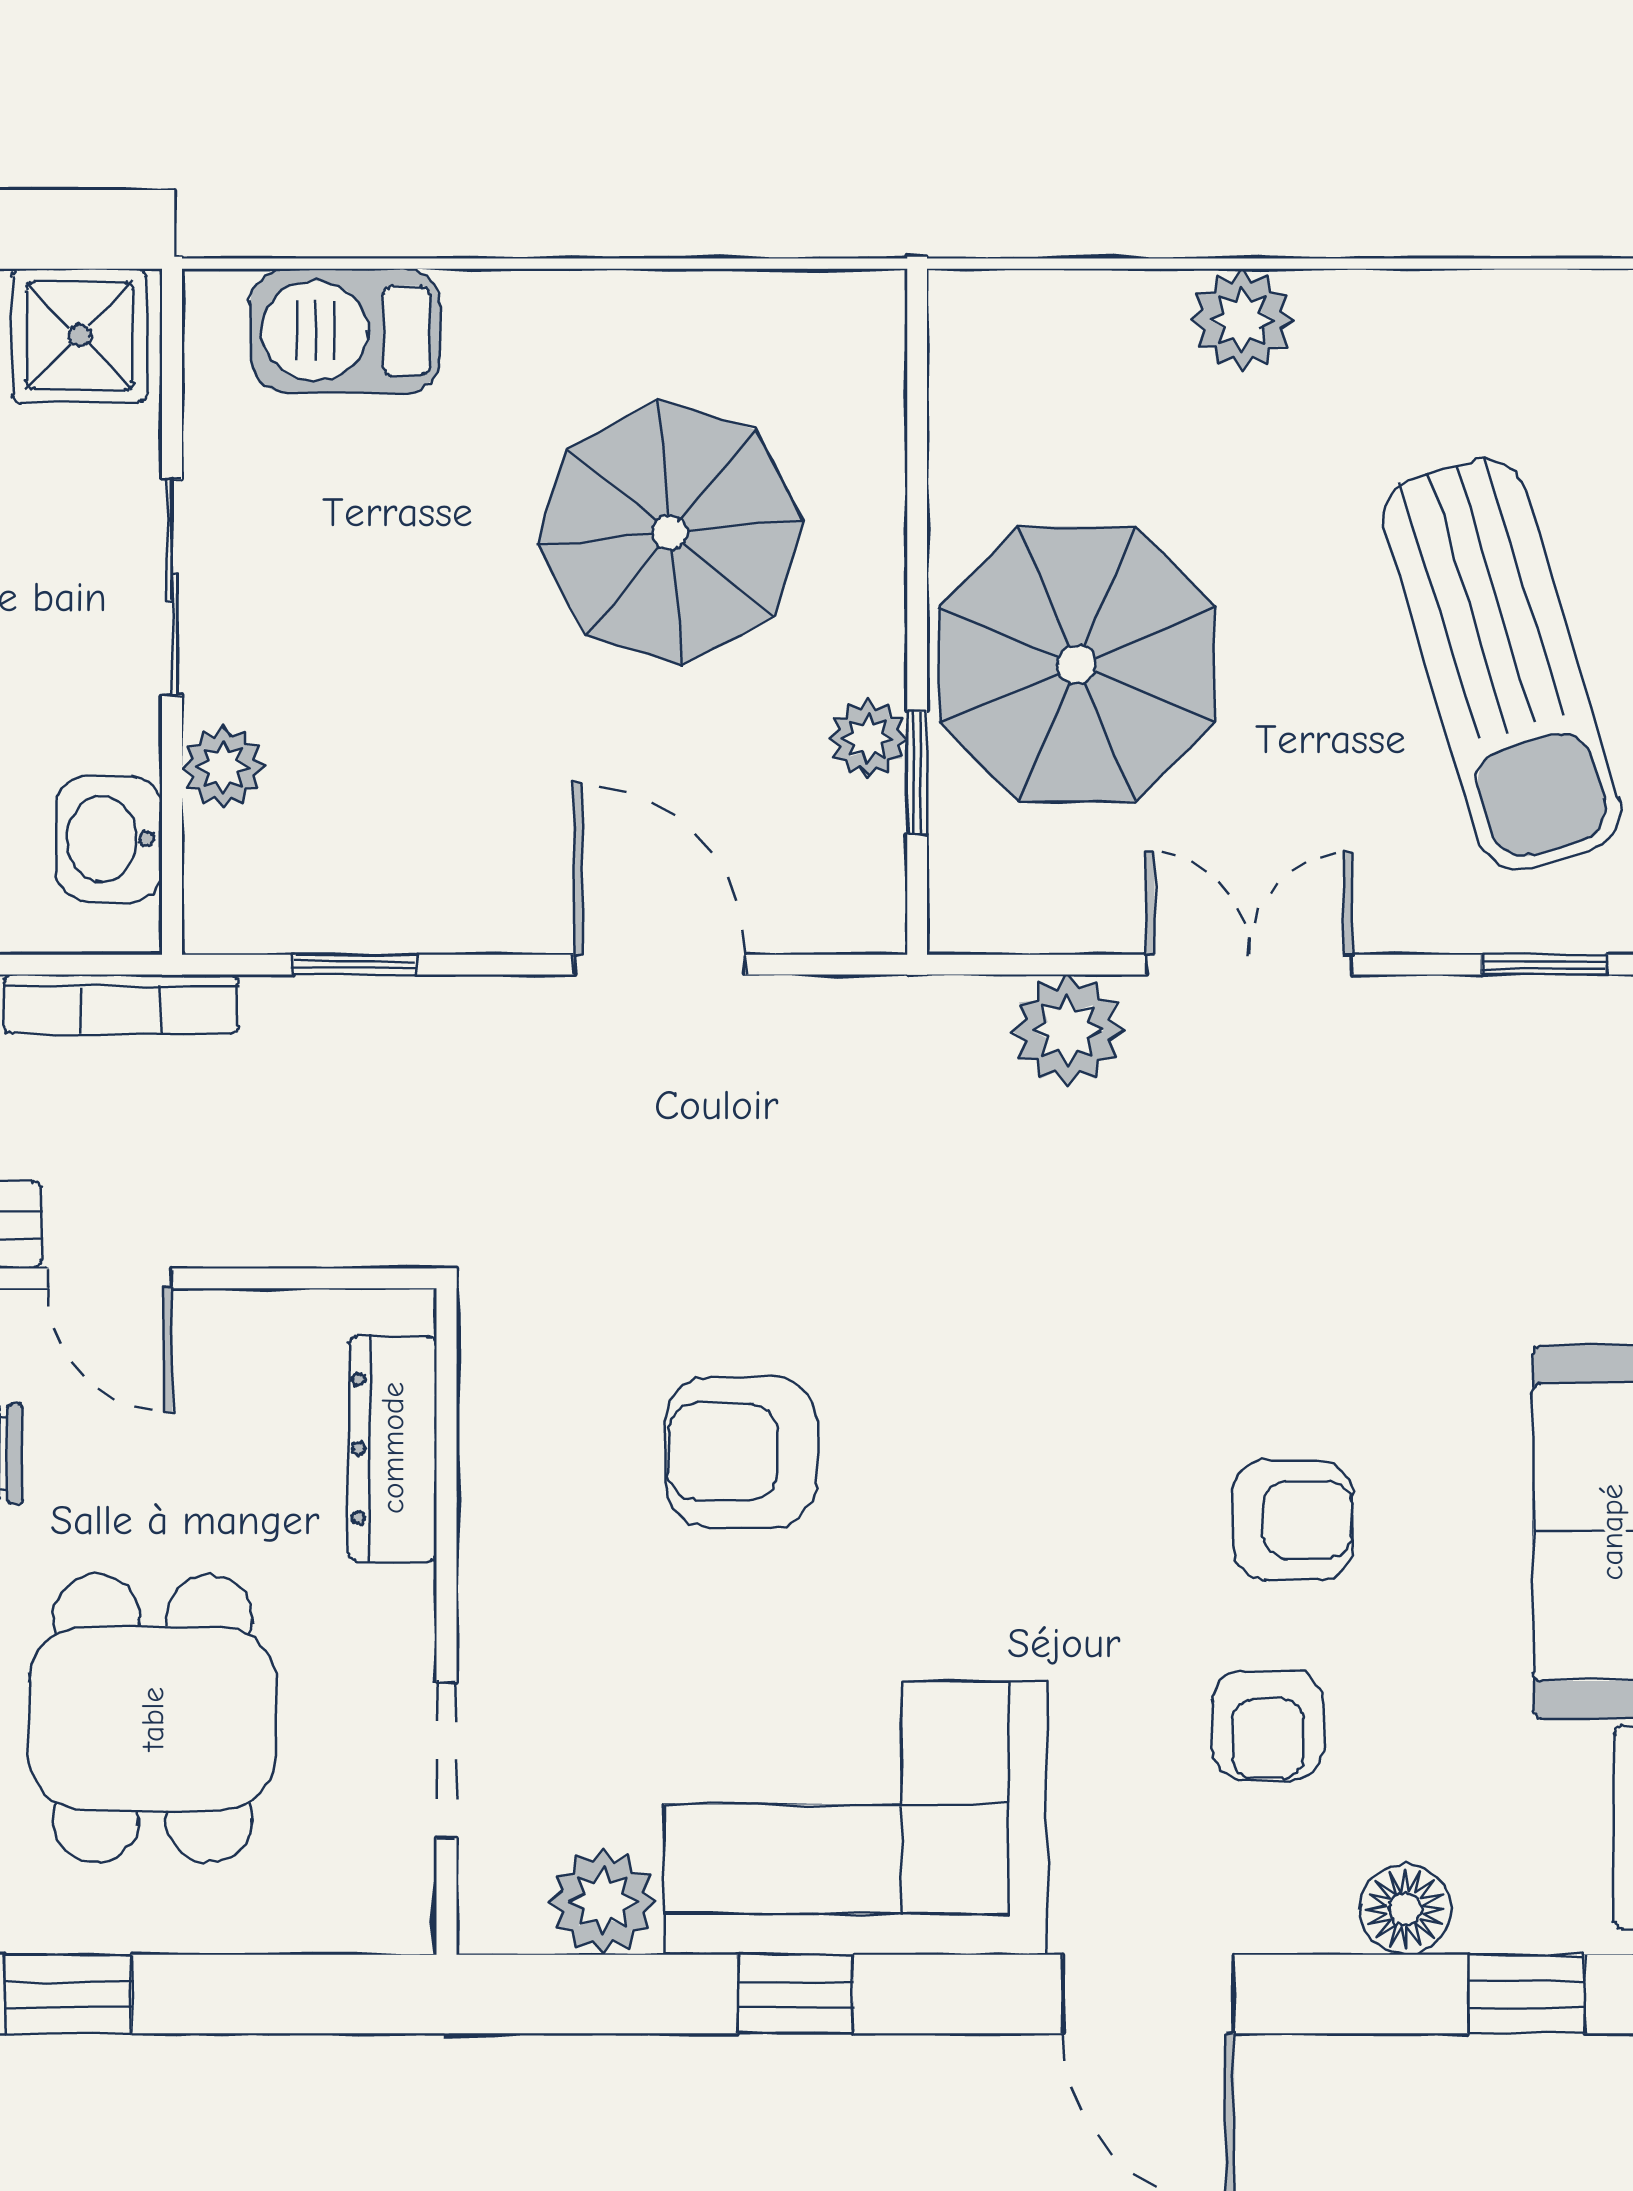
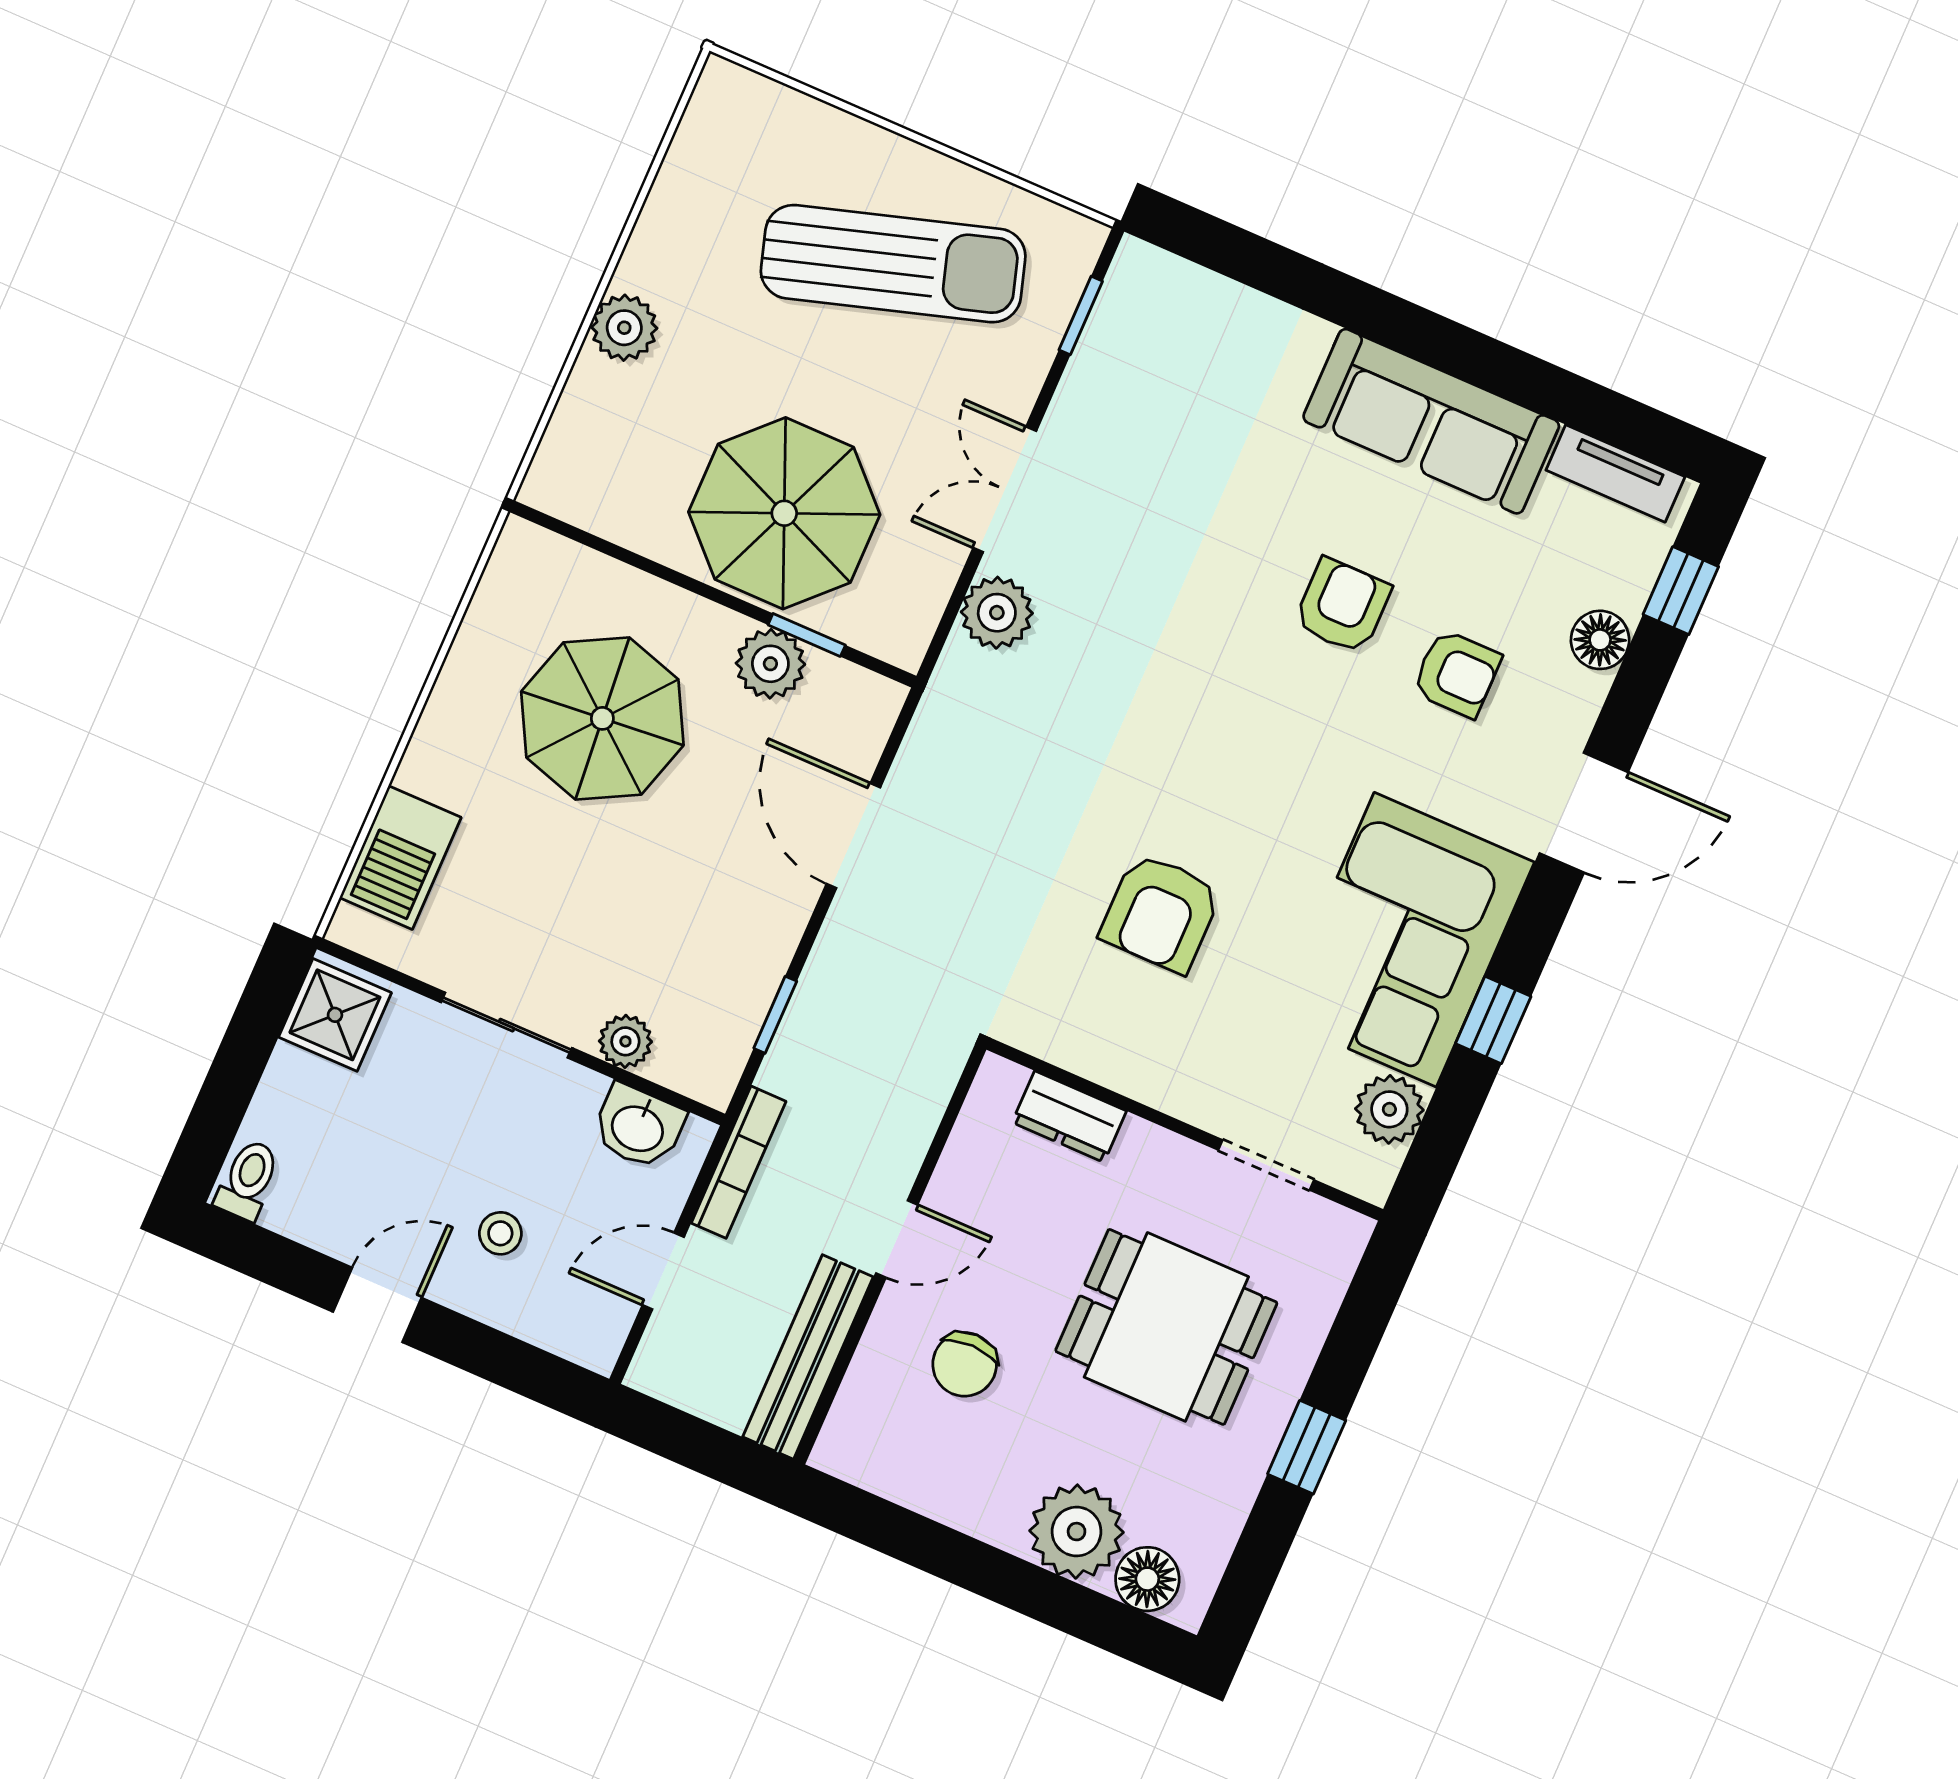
plant: (868, 739) -> (770, 664), width x1.38, depth x1.38
door: (659, 965) -> (853, 836), hinge flipped
dresser: (393, 1448) -> (1069, 1117), width x0.70

